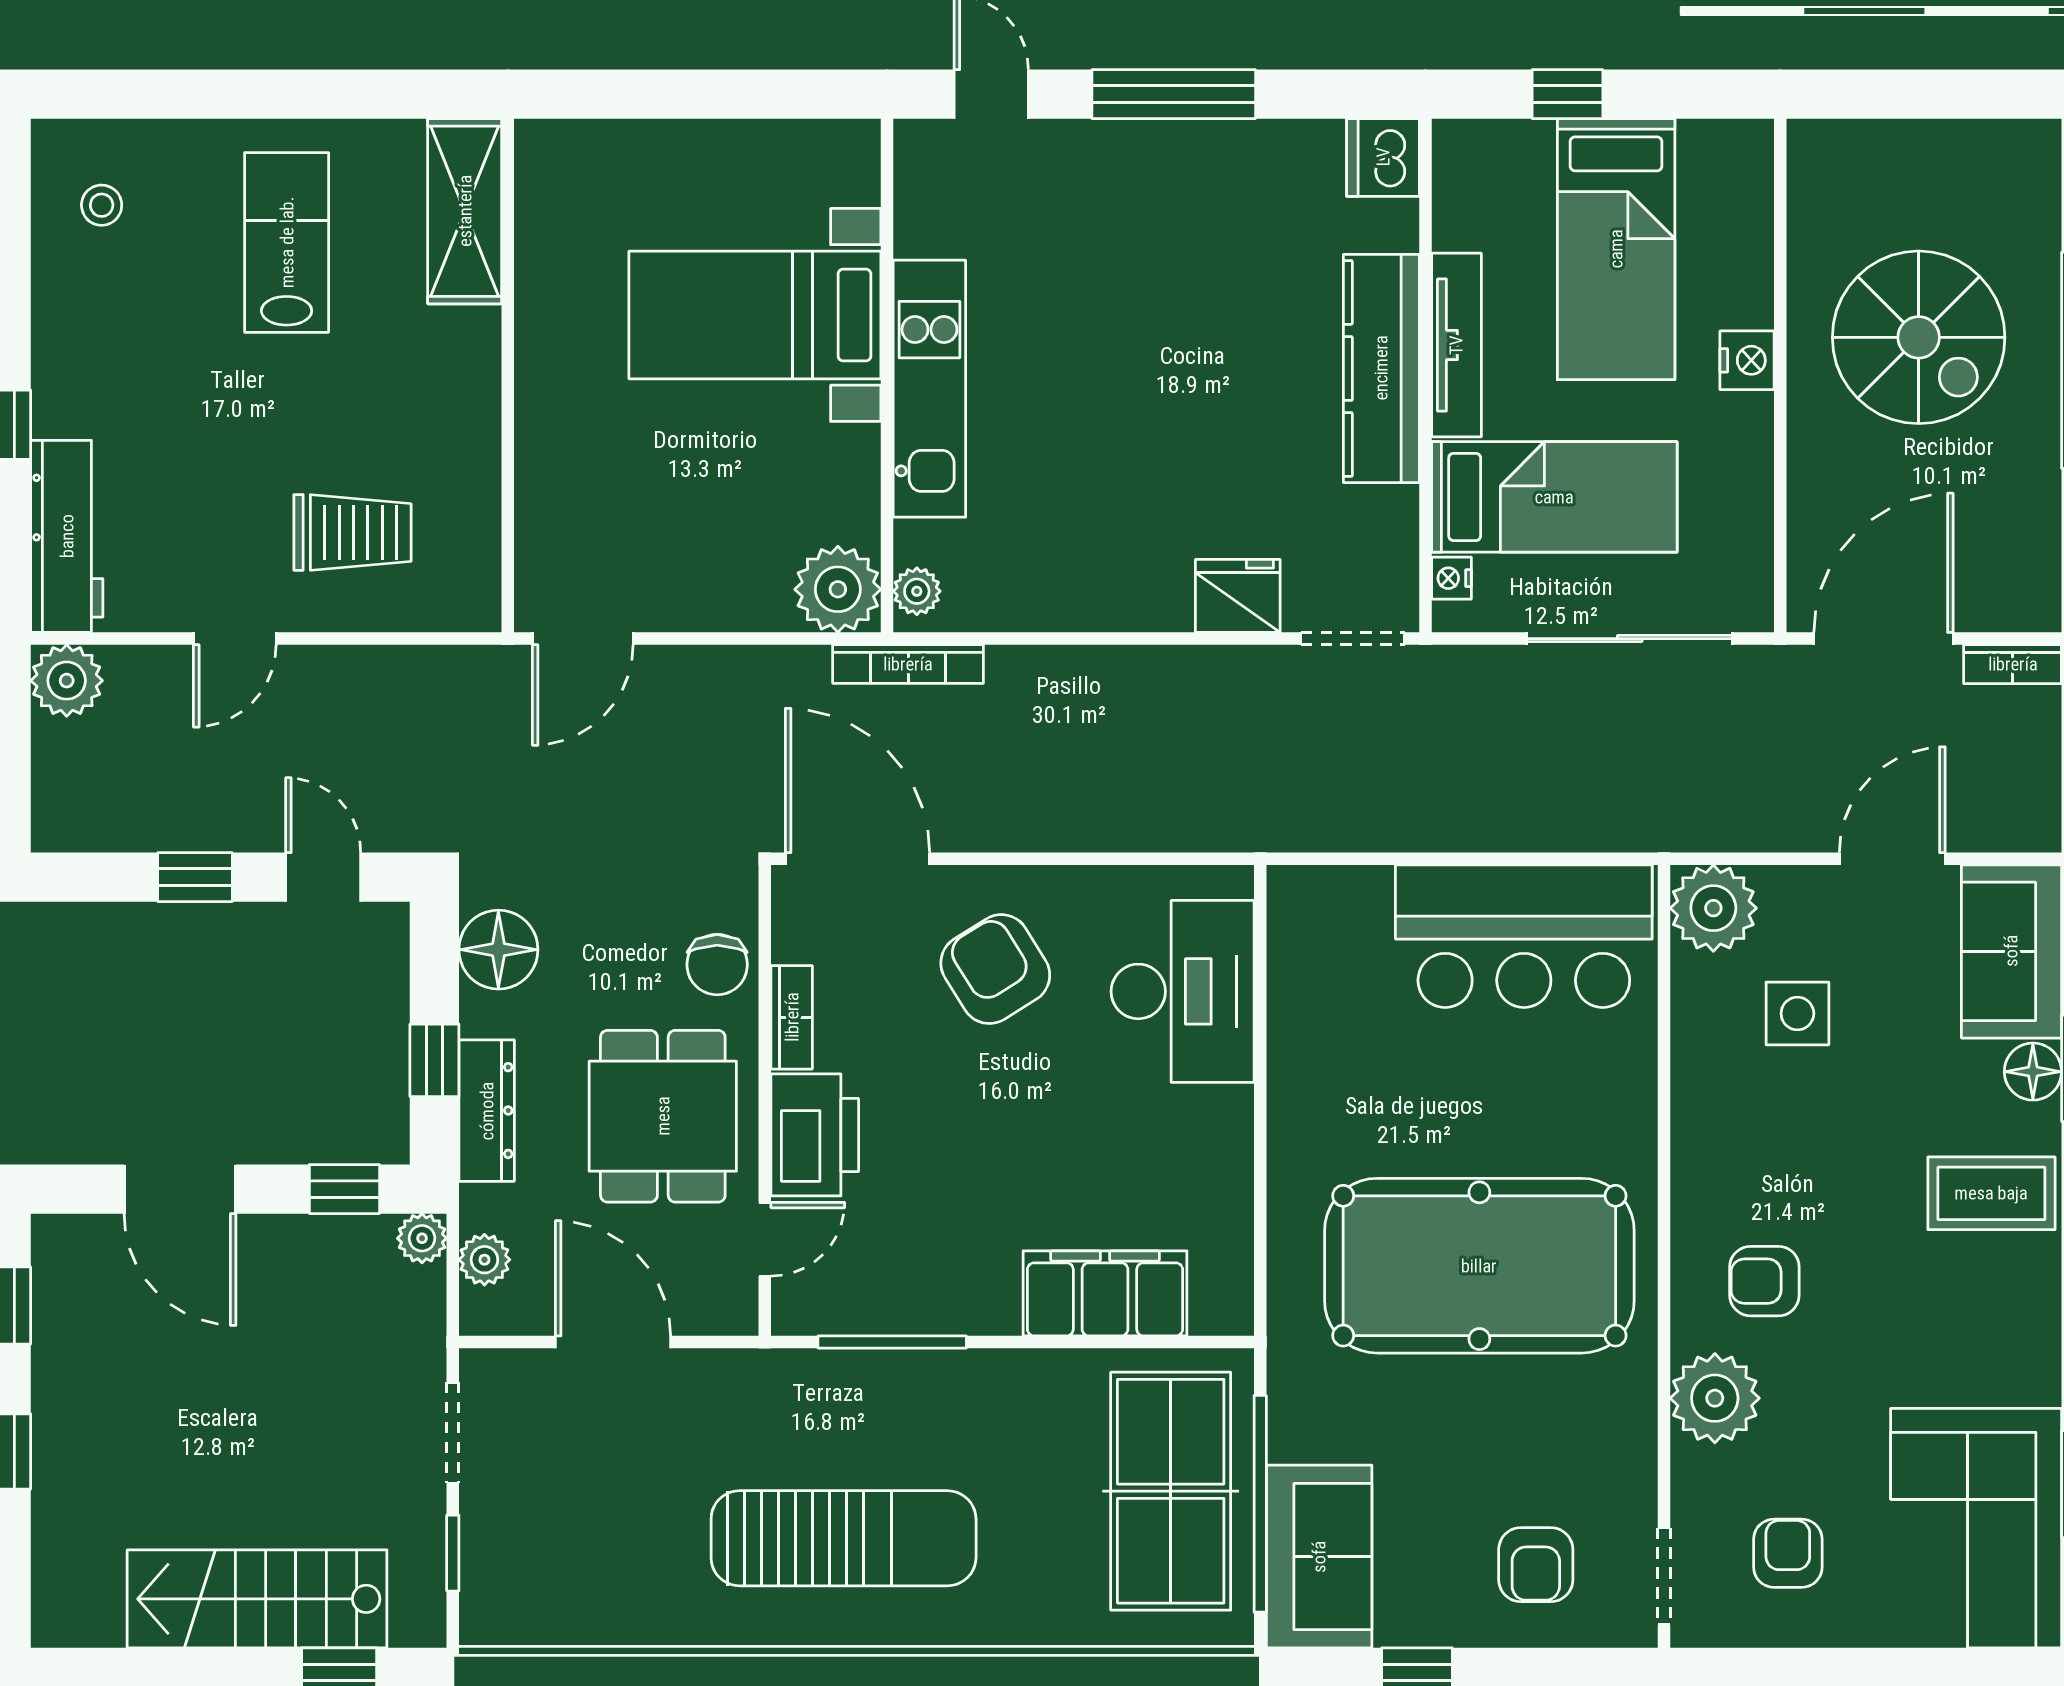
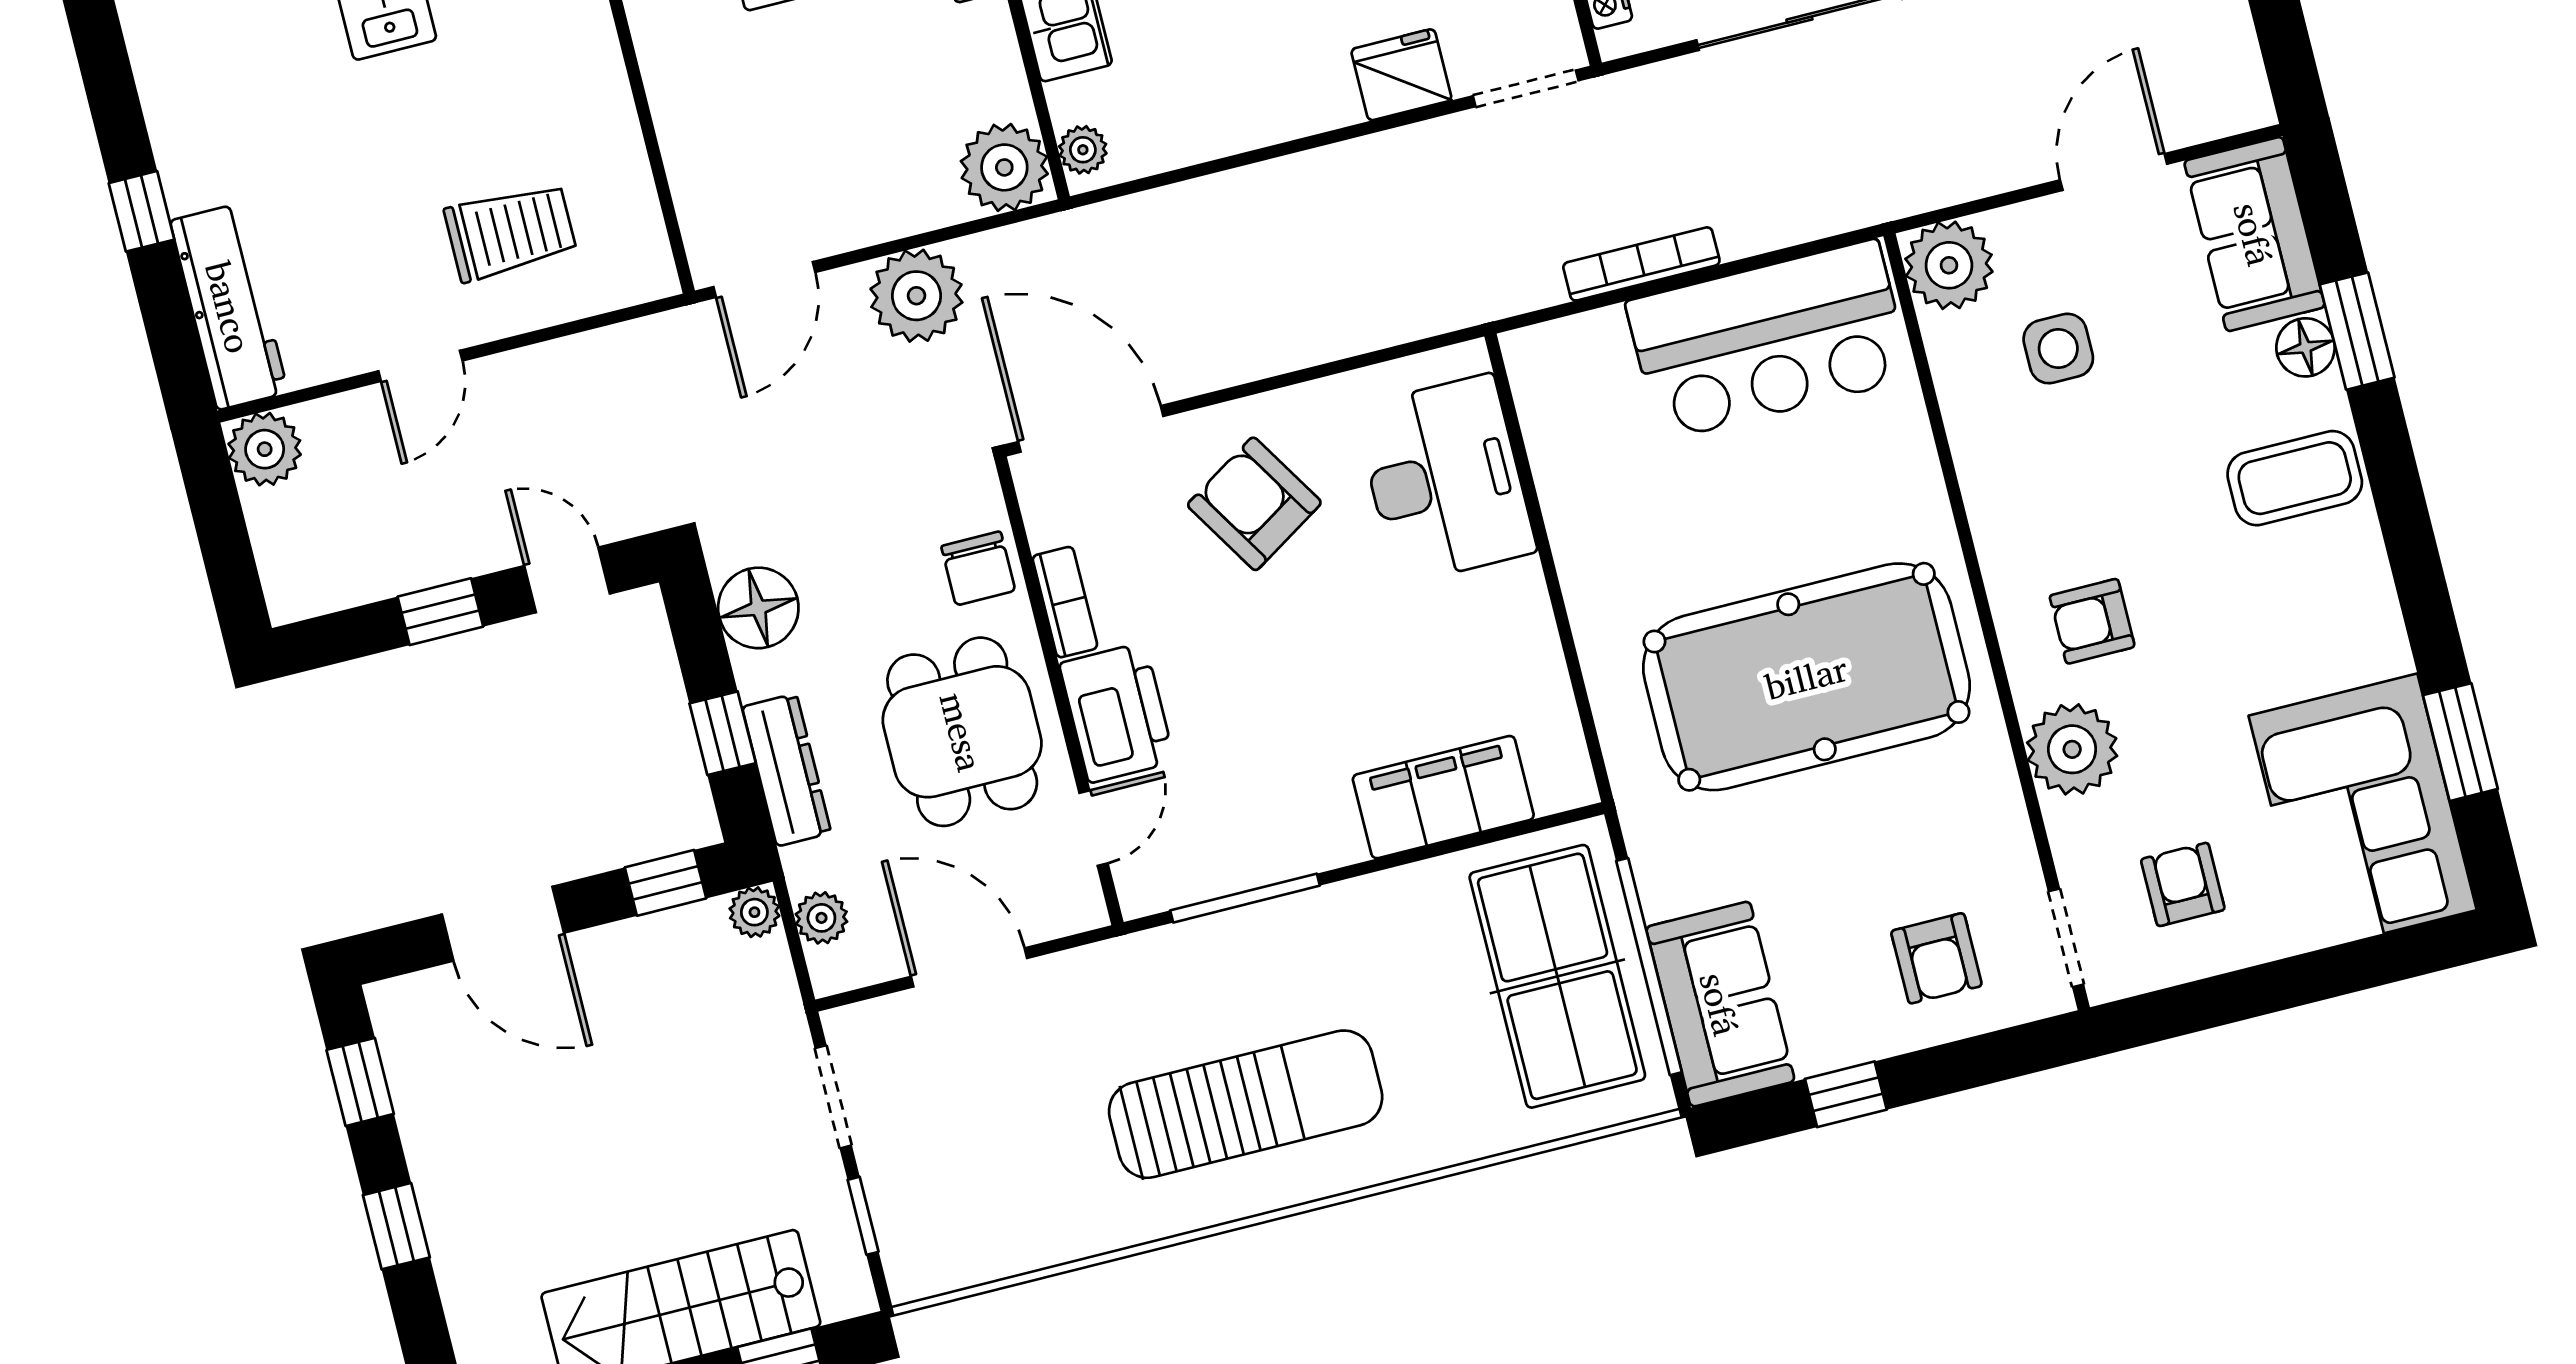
bookcase: (908, 664) -> (1641, 264), moved, turned 180
plant: (724, 690) -> (916, 296), added

